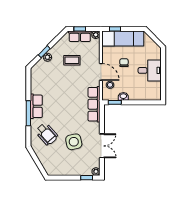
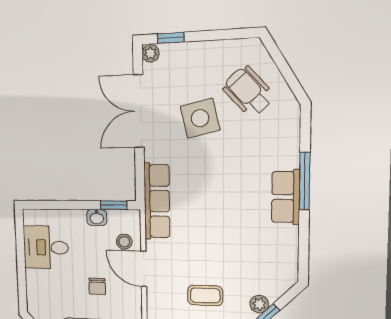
desk: (150, 70) -> (46, 247), moved
wheelchair: (47, 134) -> (248, 91), moved
double door: (102, 146) -> (139, 111), width x1.37

